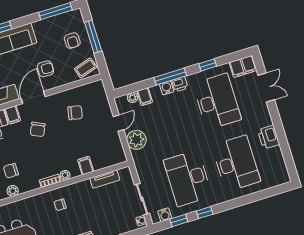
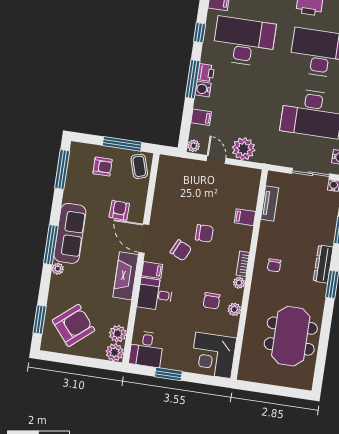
window: (93, 37) -> (122, 144), moved
plant: (133, 98) -> (194, 146), moved
chair: (75, 113) -> (204, 233), moved, turned 79
plant: (65, 175) -> (239, 283), moved

